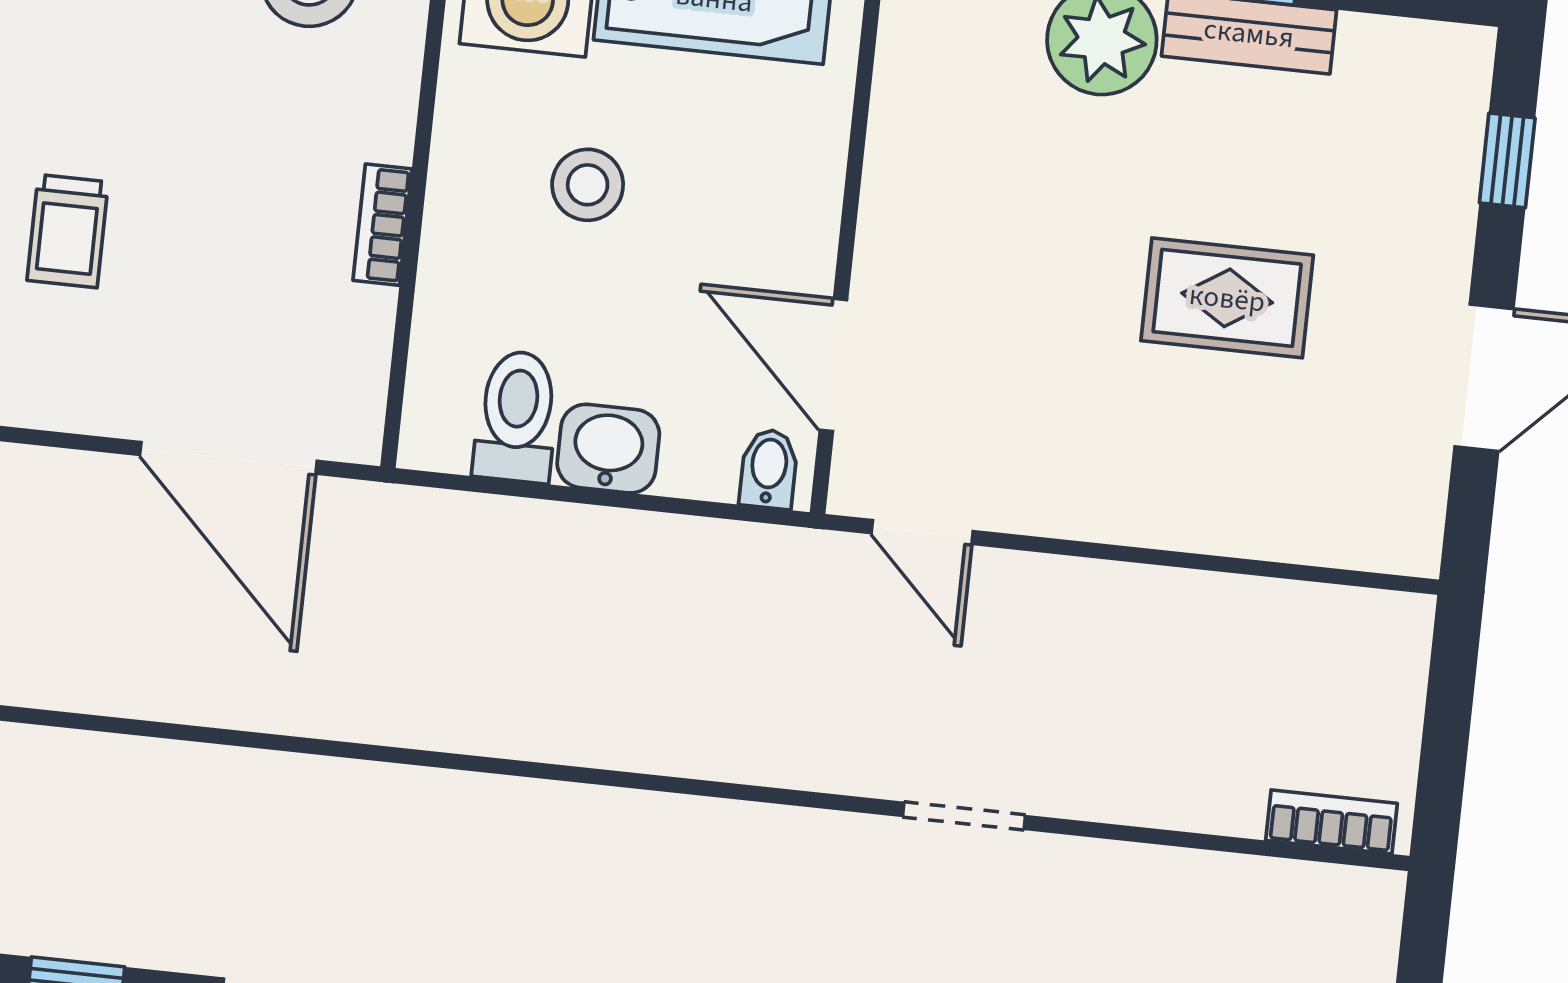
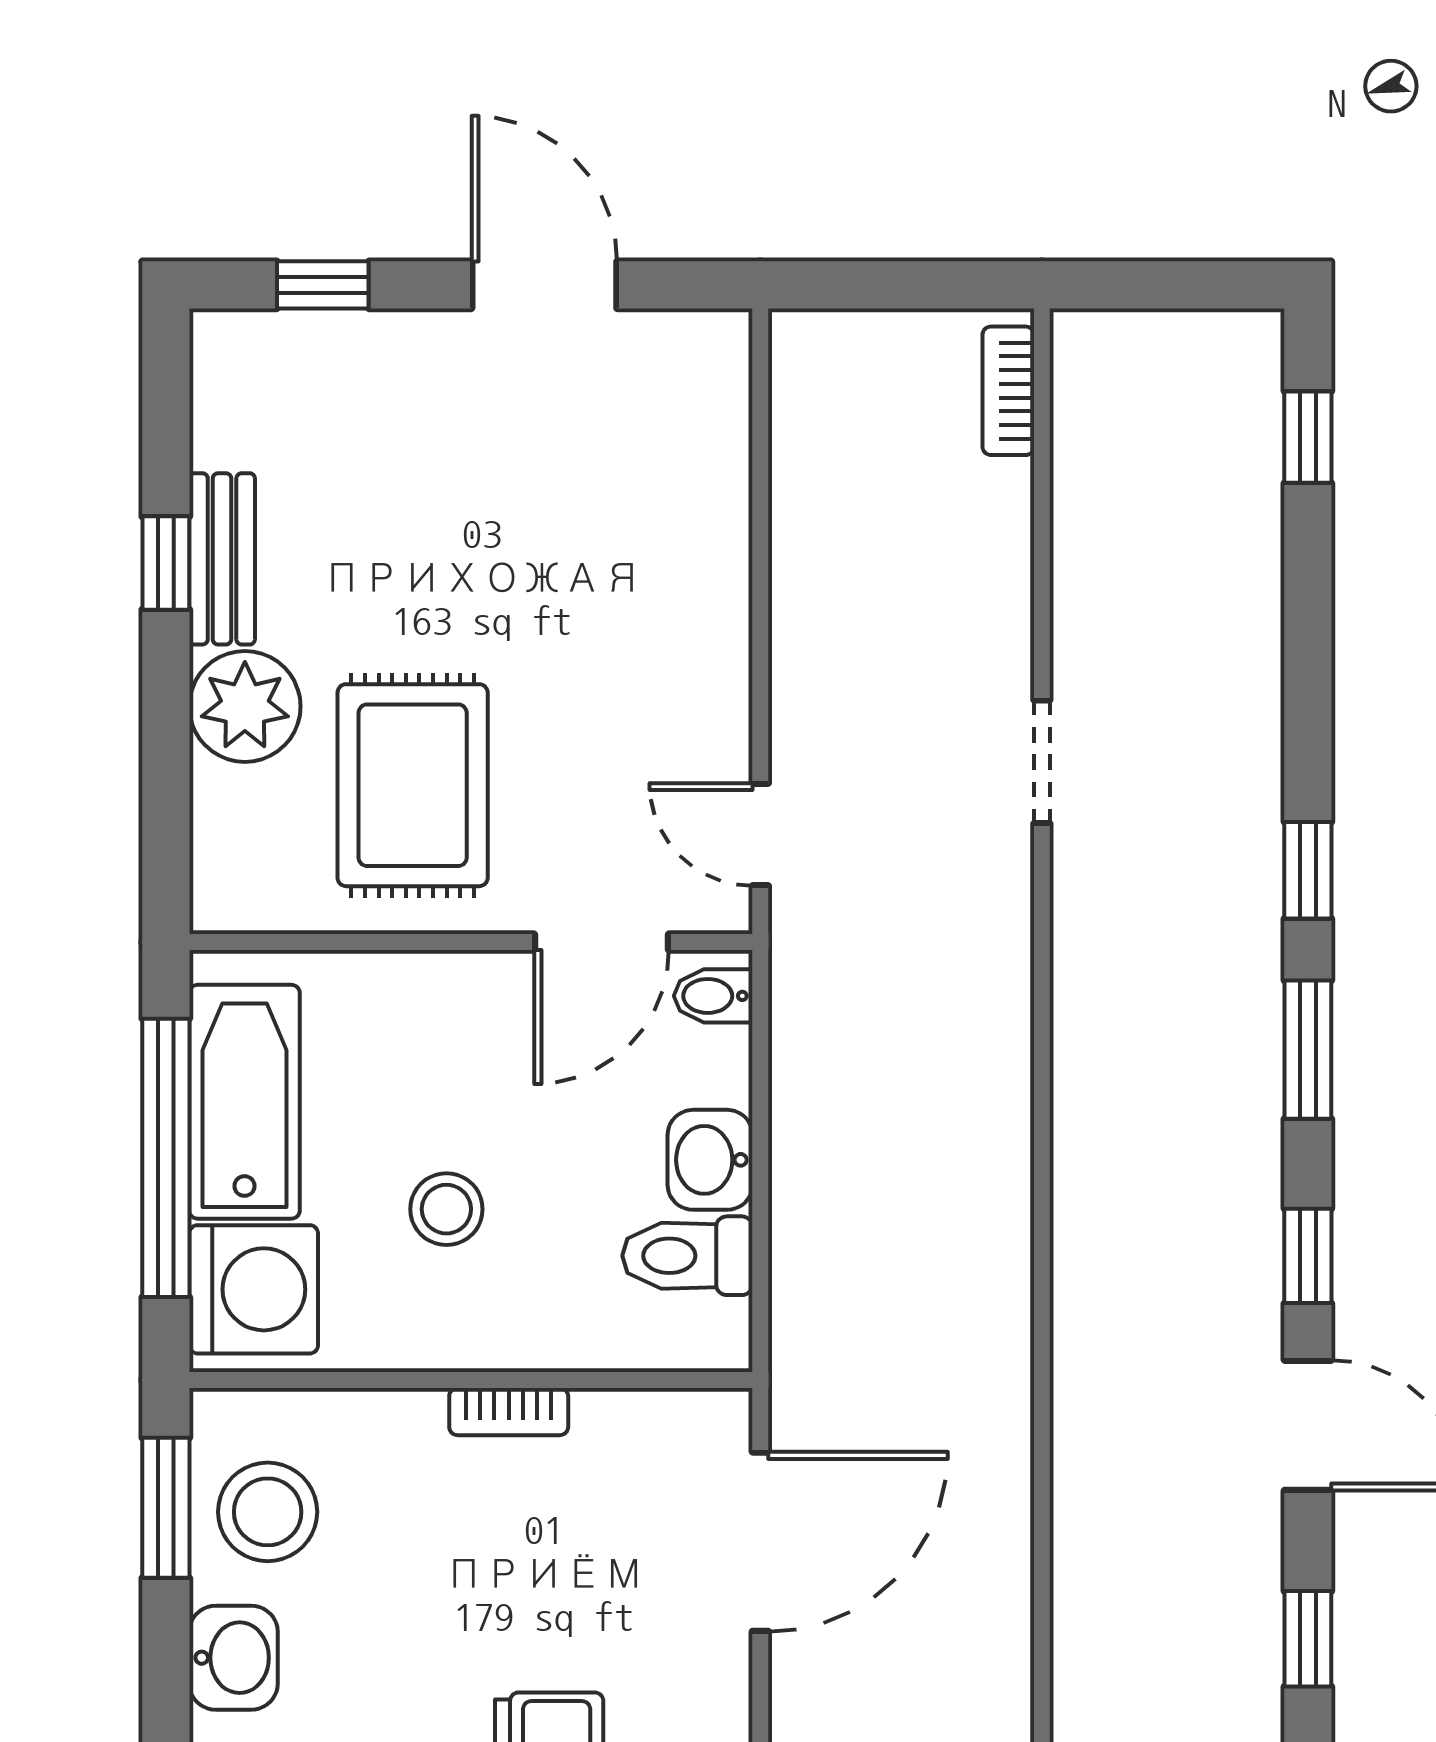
rug: (1227, 298) -> (413, 785), moved, width x1.36, depth x1.43
door: (922, 532) -> (760, 834), swing flipped

